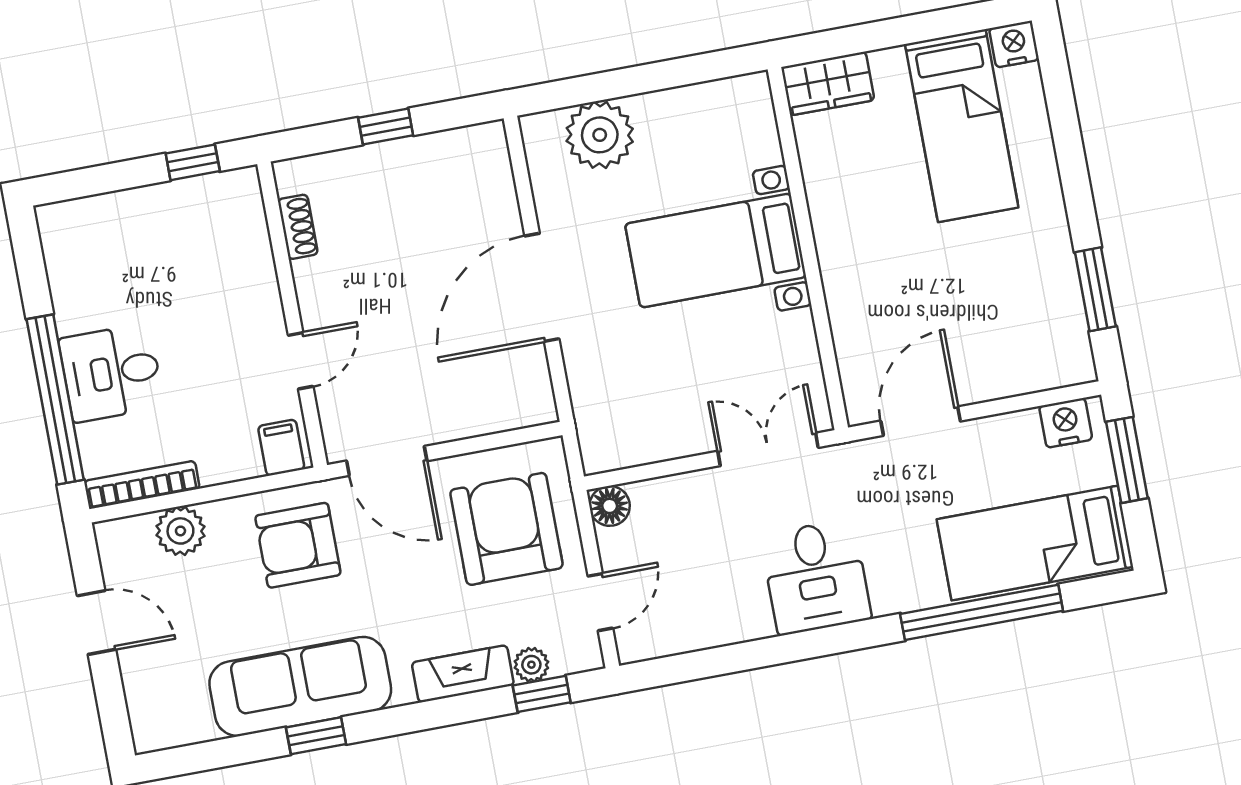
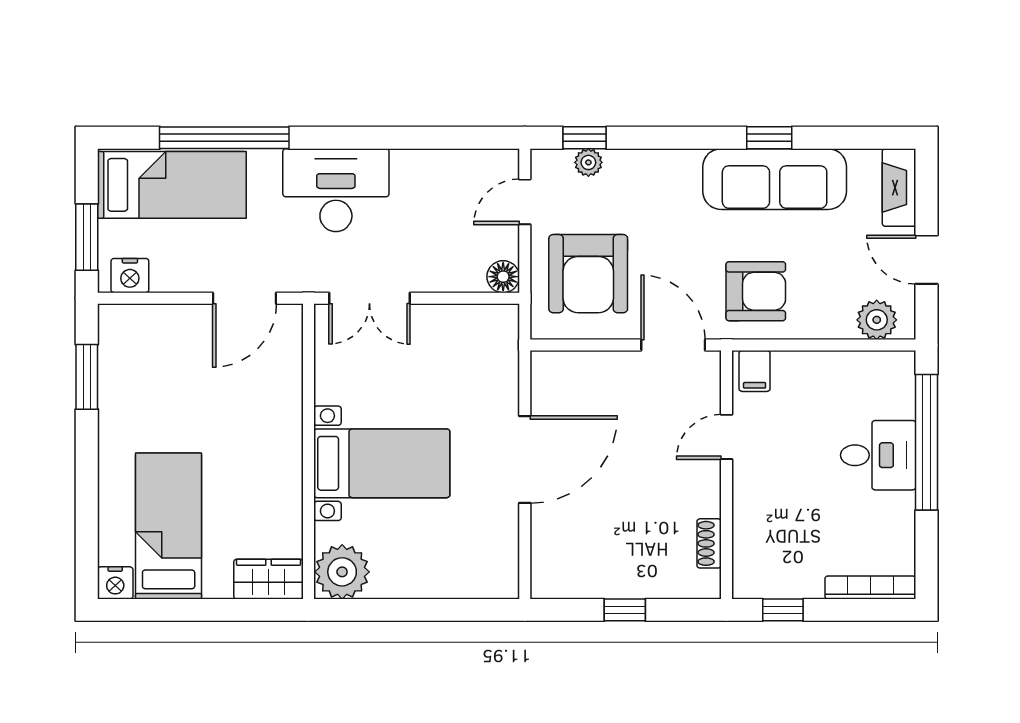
plant: (600, 135) -> (342, 572), moved
bookcase: (142, 485) -> (870, 588), moved, turned 180
plant: (180, 531) -> (877, 320), moved
desk: (816, 577) -> (336, 190), width x1.37
fireplace: (463, 674) -> (899, 188), moved, turned 90

